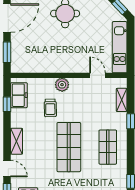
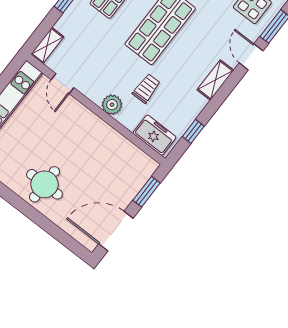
freezer: (19, 95) -> (154, 135), moved, turned 90
shelving: (122, 100) -> (47, 45), moved

